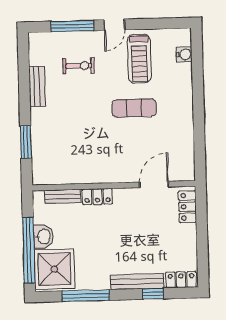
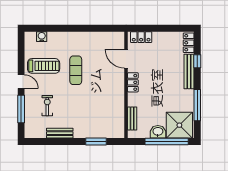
locker: (97, 197) -> (133, 82), moved

